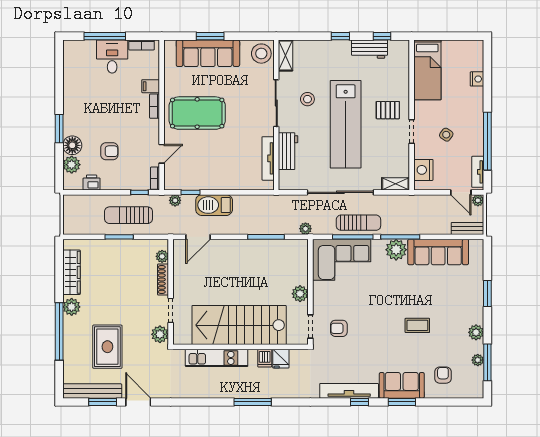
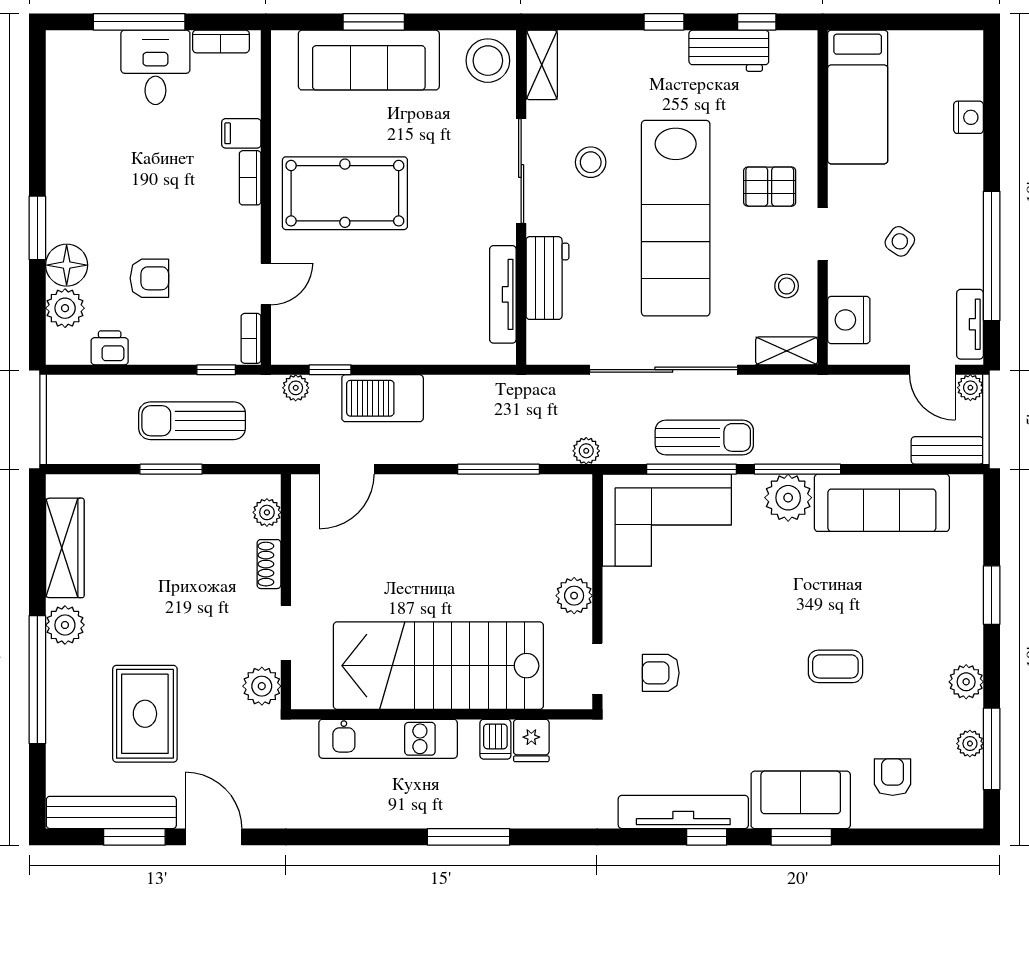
stool: (395, 155) -> (787, 286), added
shoe rack: (163, 279) -> (269, 564), width x0.70

